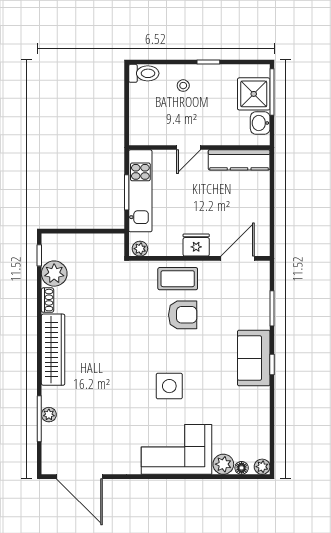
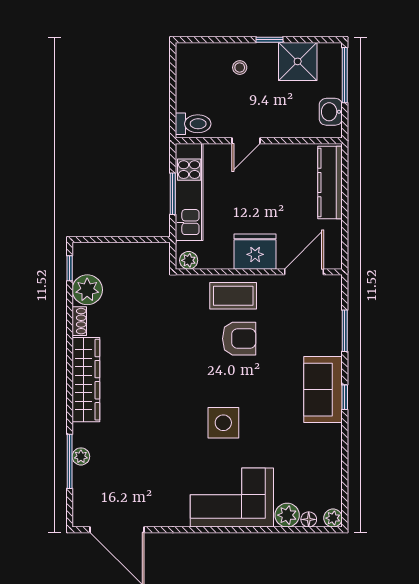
toilet: (144, 73) -> (193, 124), moved
shower: (254, 94) -> (298, 61), moved
kitchen counter: (239, 160) -> (330, 183), moved, turned 90
fridge: (196, 245) -> (255, 252), width x1.36, depth x1.34

